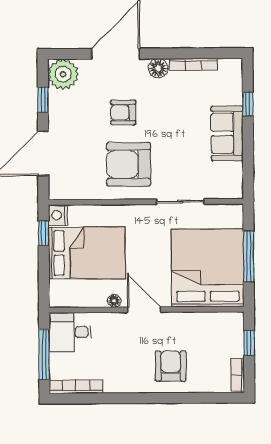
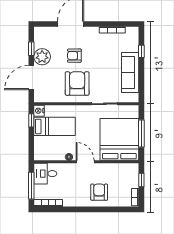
floor lamp: (158, 68) -> (93, 32), removed
plant: (63, 74) -> (42, 57), moved
sofa: (227, 133) -> (130, 72), width x1.36
armchair: (129, 164) -> (77, 83), turned 90
bed: (87, 253) -> (54, 126), width x0.67

